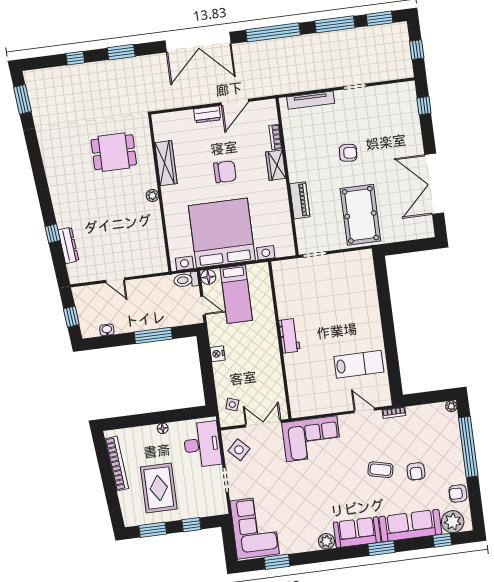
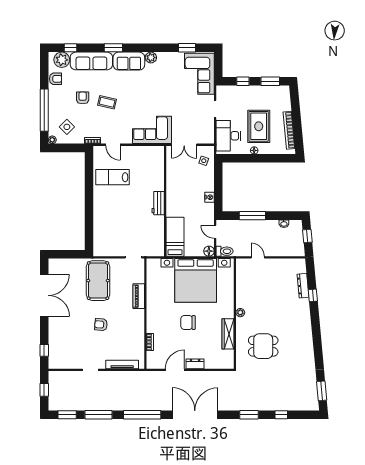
wardrobe: (276, 165) -> (152, 322), removed
door: (115, 280) -> (258, 257), moved
bed: (236, 294) -> (175, 237), moved
side table: (239, 450) -> (67, 127), moved
rug: (159, 488) -> (259, 126), moved

